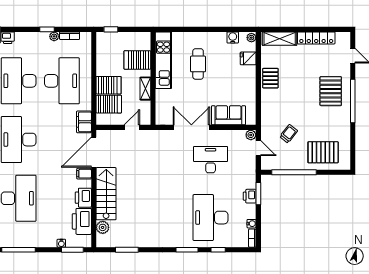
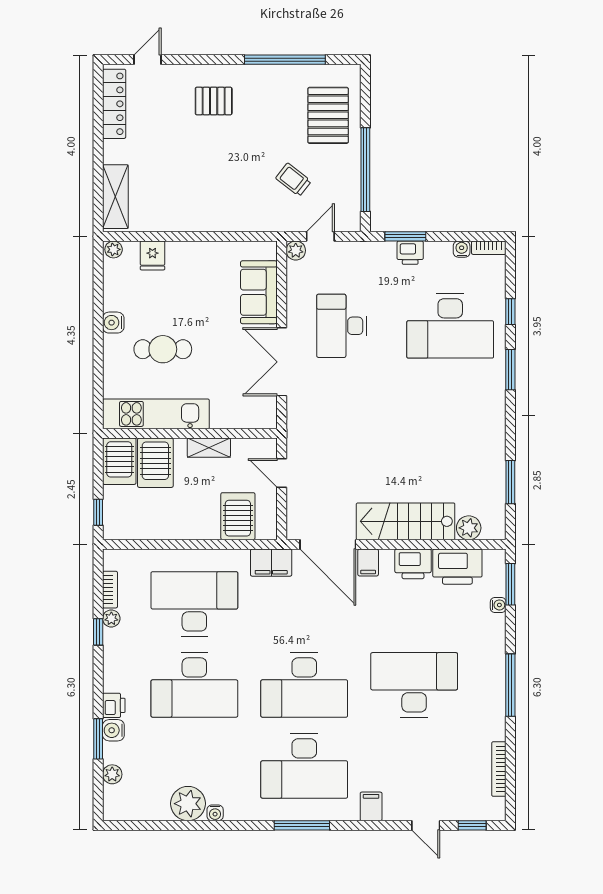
water cooler: (233, 37) -> (113, 323), moved
locker: (316, 38) -> (114, 104), moved
pallet: (270, 78) -> (189, 214), removed
server rack: (109, 85) -> (119, 461), moved, turned 180
pallet: (331, 91) -> (214, 101), width x0.67, depth x0.71
window: (353, 101) -> (285, 60), moved

